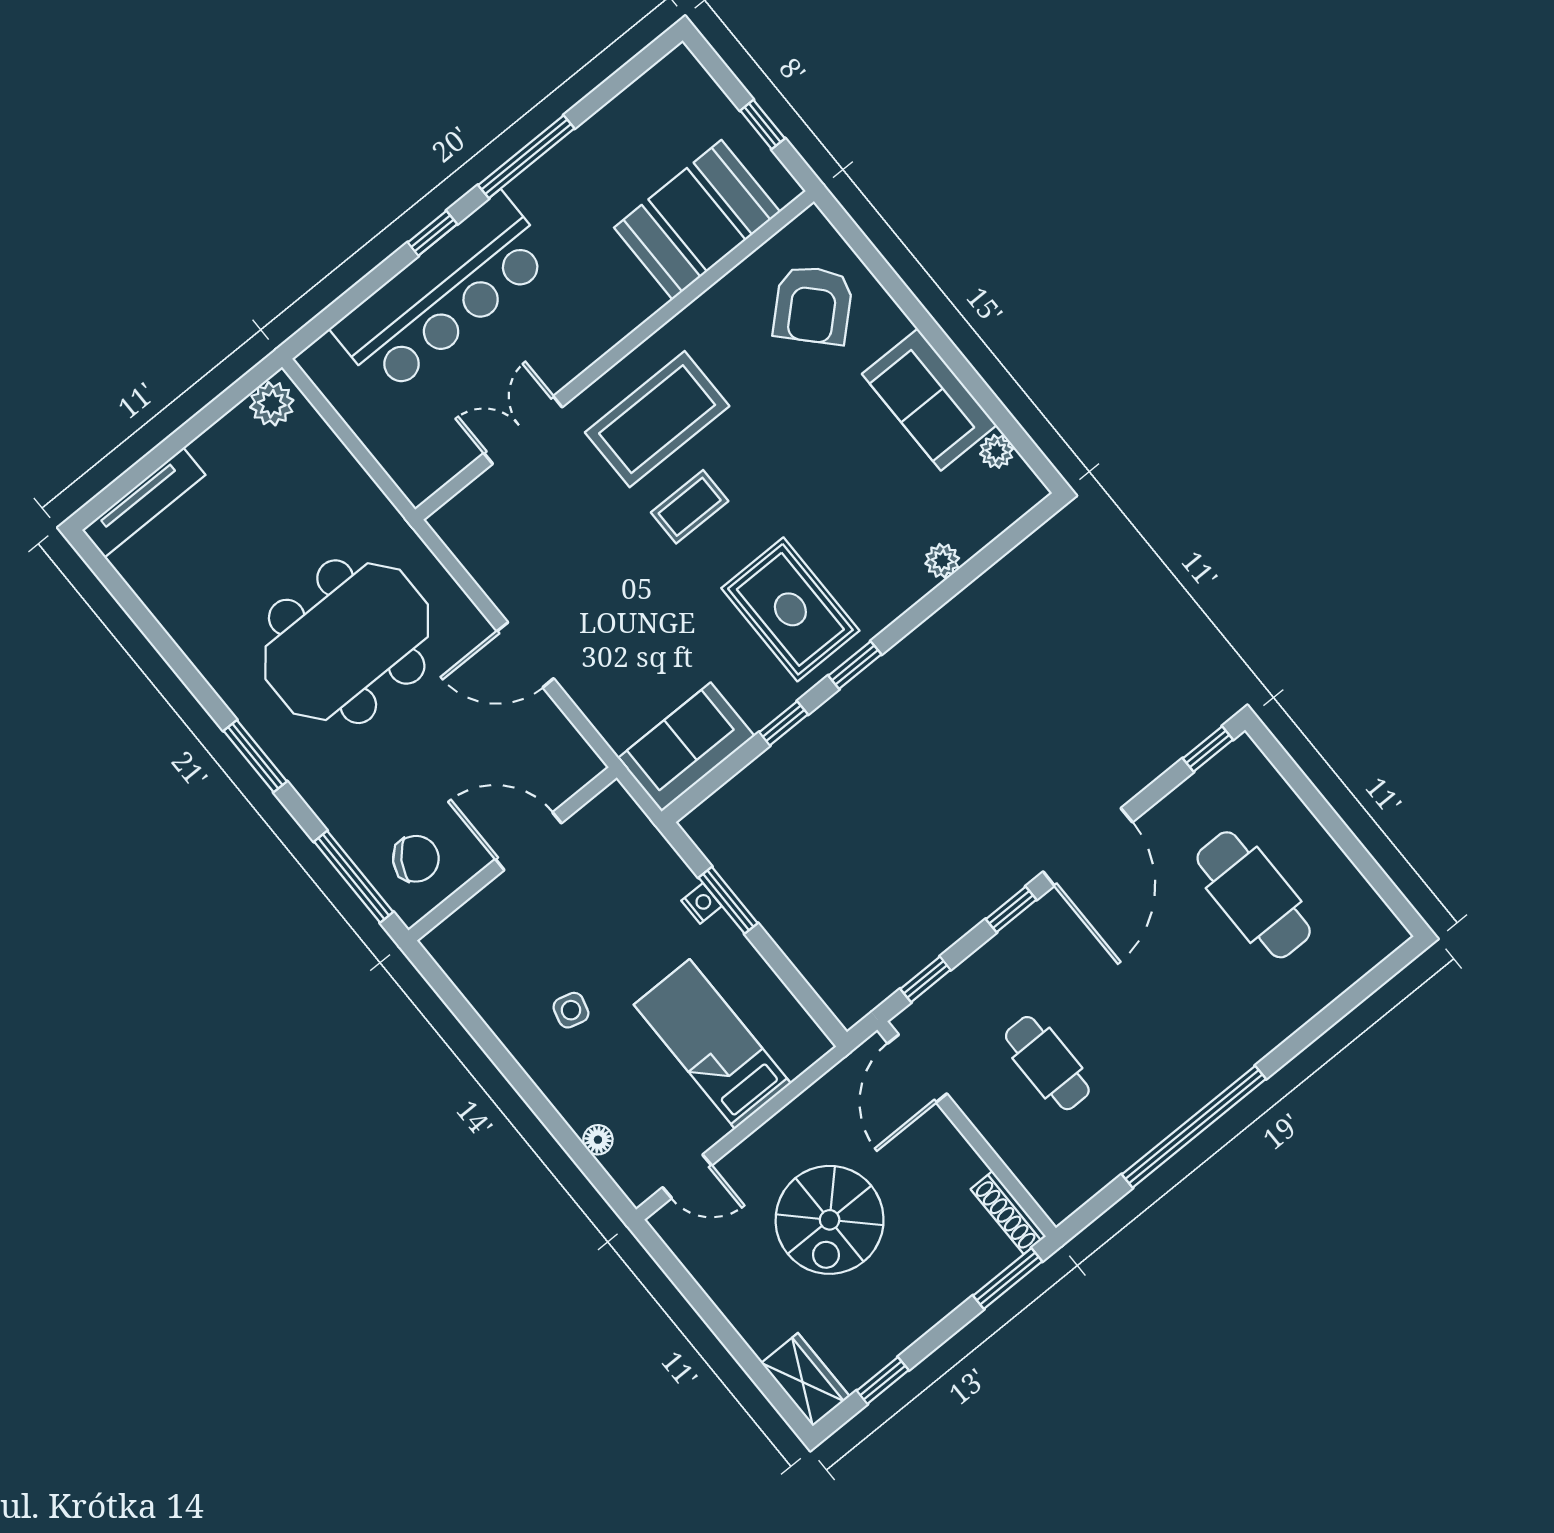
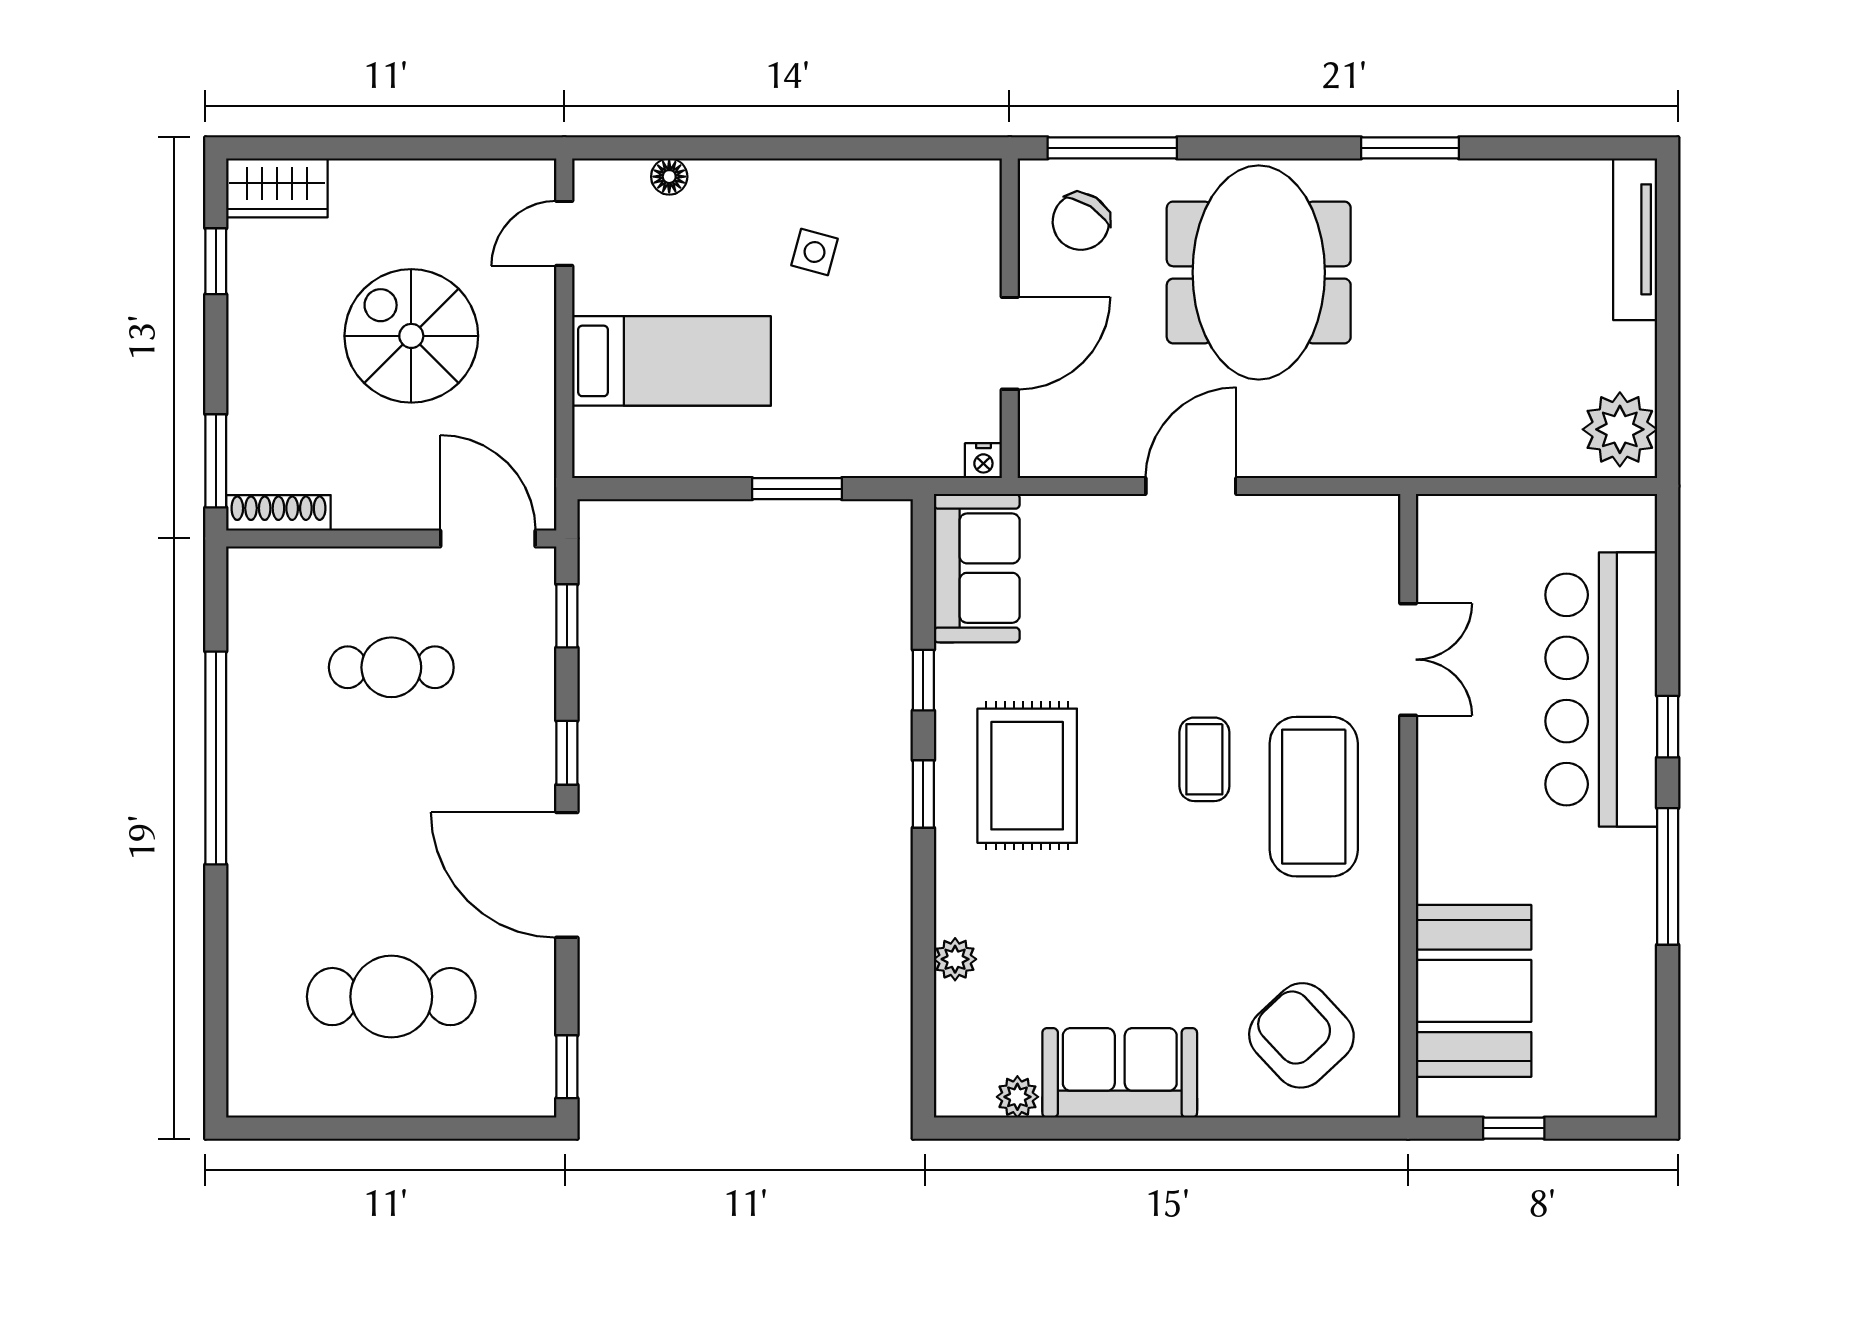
plant: (272, 404) -> (1620, 429), width x1.36, depth x1.36
rug: (790, 609) -> (1027, 776), turned 90
meeting table: (347, 642) -> (1259, 272), moved
window: (255, 756) -> (1410, 148), moved
nightstand: (702, 903) -> (983, 461), moved

